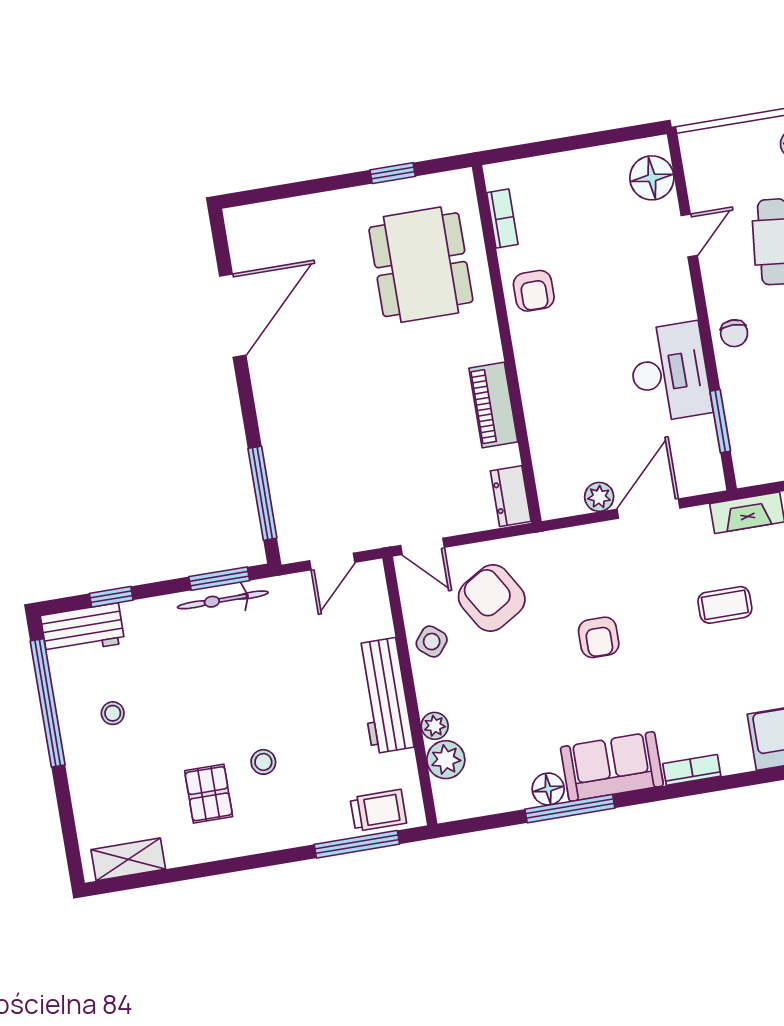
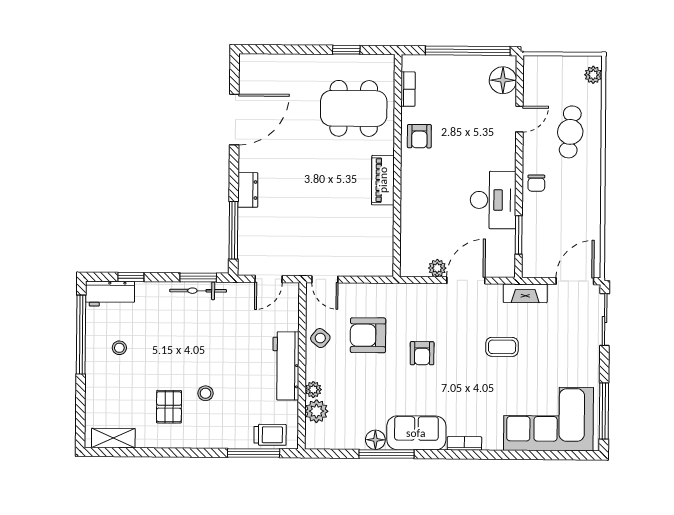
window: (587, 140) -> (468, 51), added
dining table: (421, 265) -> (354, 108), turned 90
piano: (493, 405) -> (383, 180), moved
dresser: (511, 496) -> (248, 190), moved, turned 180
armchair: (492, 598) -> (368, 335), moved, turned -59

